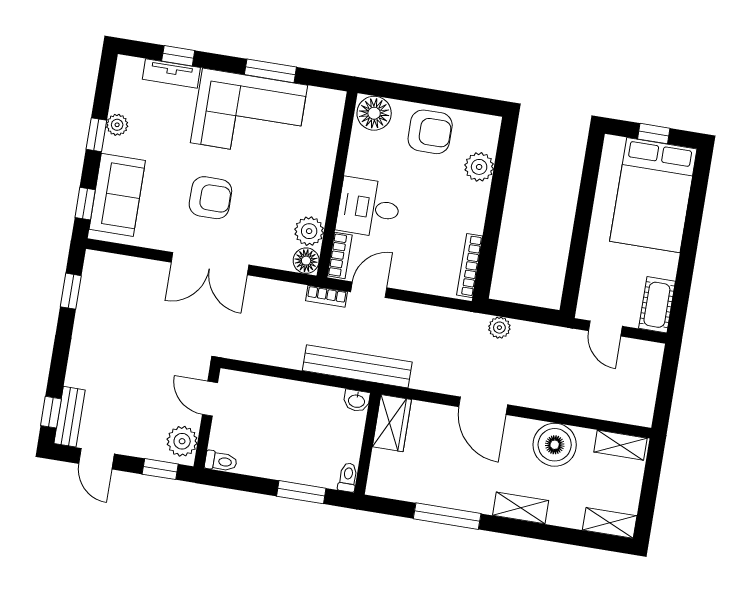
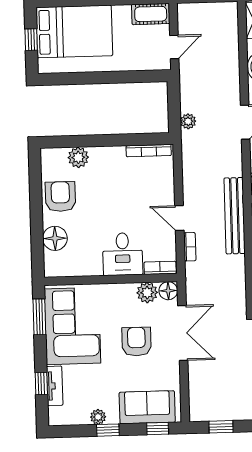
wall: (337, 184) -> (111, 279), moved
desk: (369, 208) -> (123, 254), moved
plant: (309, 231) -> (147, 293), moved
bookcase: (340, 255) -> (160, 268), moved
floor lamp: (306, 261) -> (168, 291), moved

